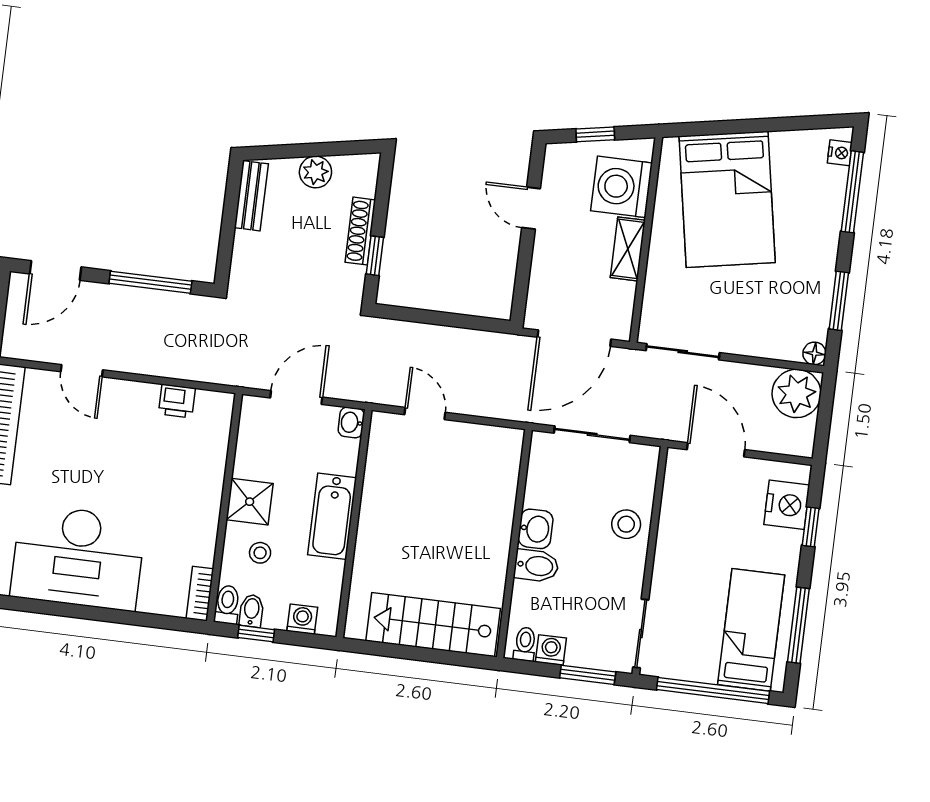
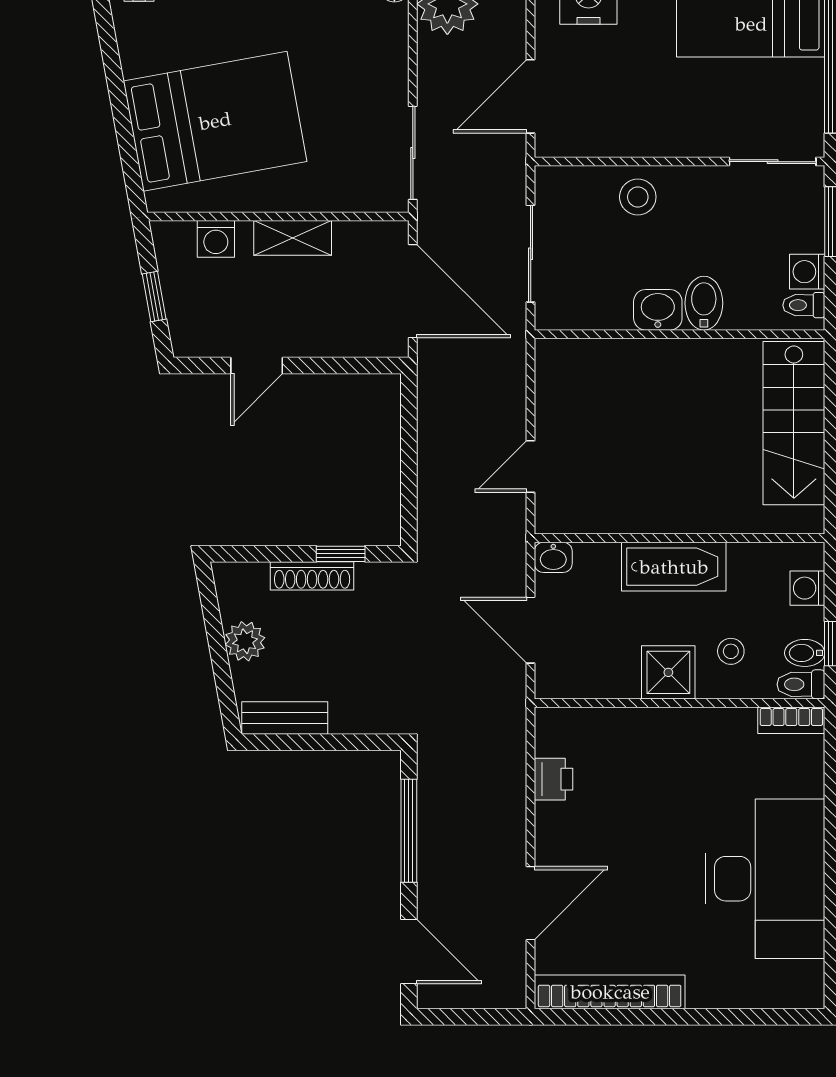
washing machine: (622, 187) -> (216, 239), width x0.53, depth x0.53
door: (82, 371) -> (531, 903), width x1.38

